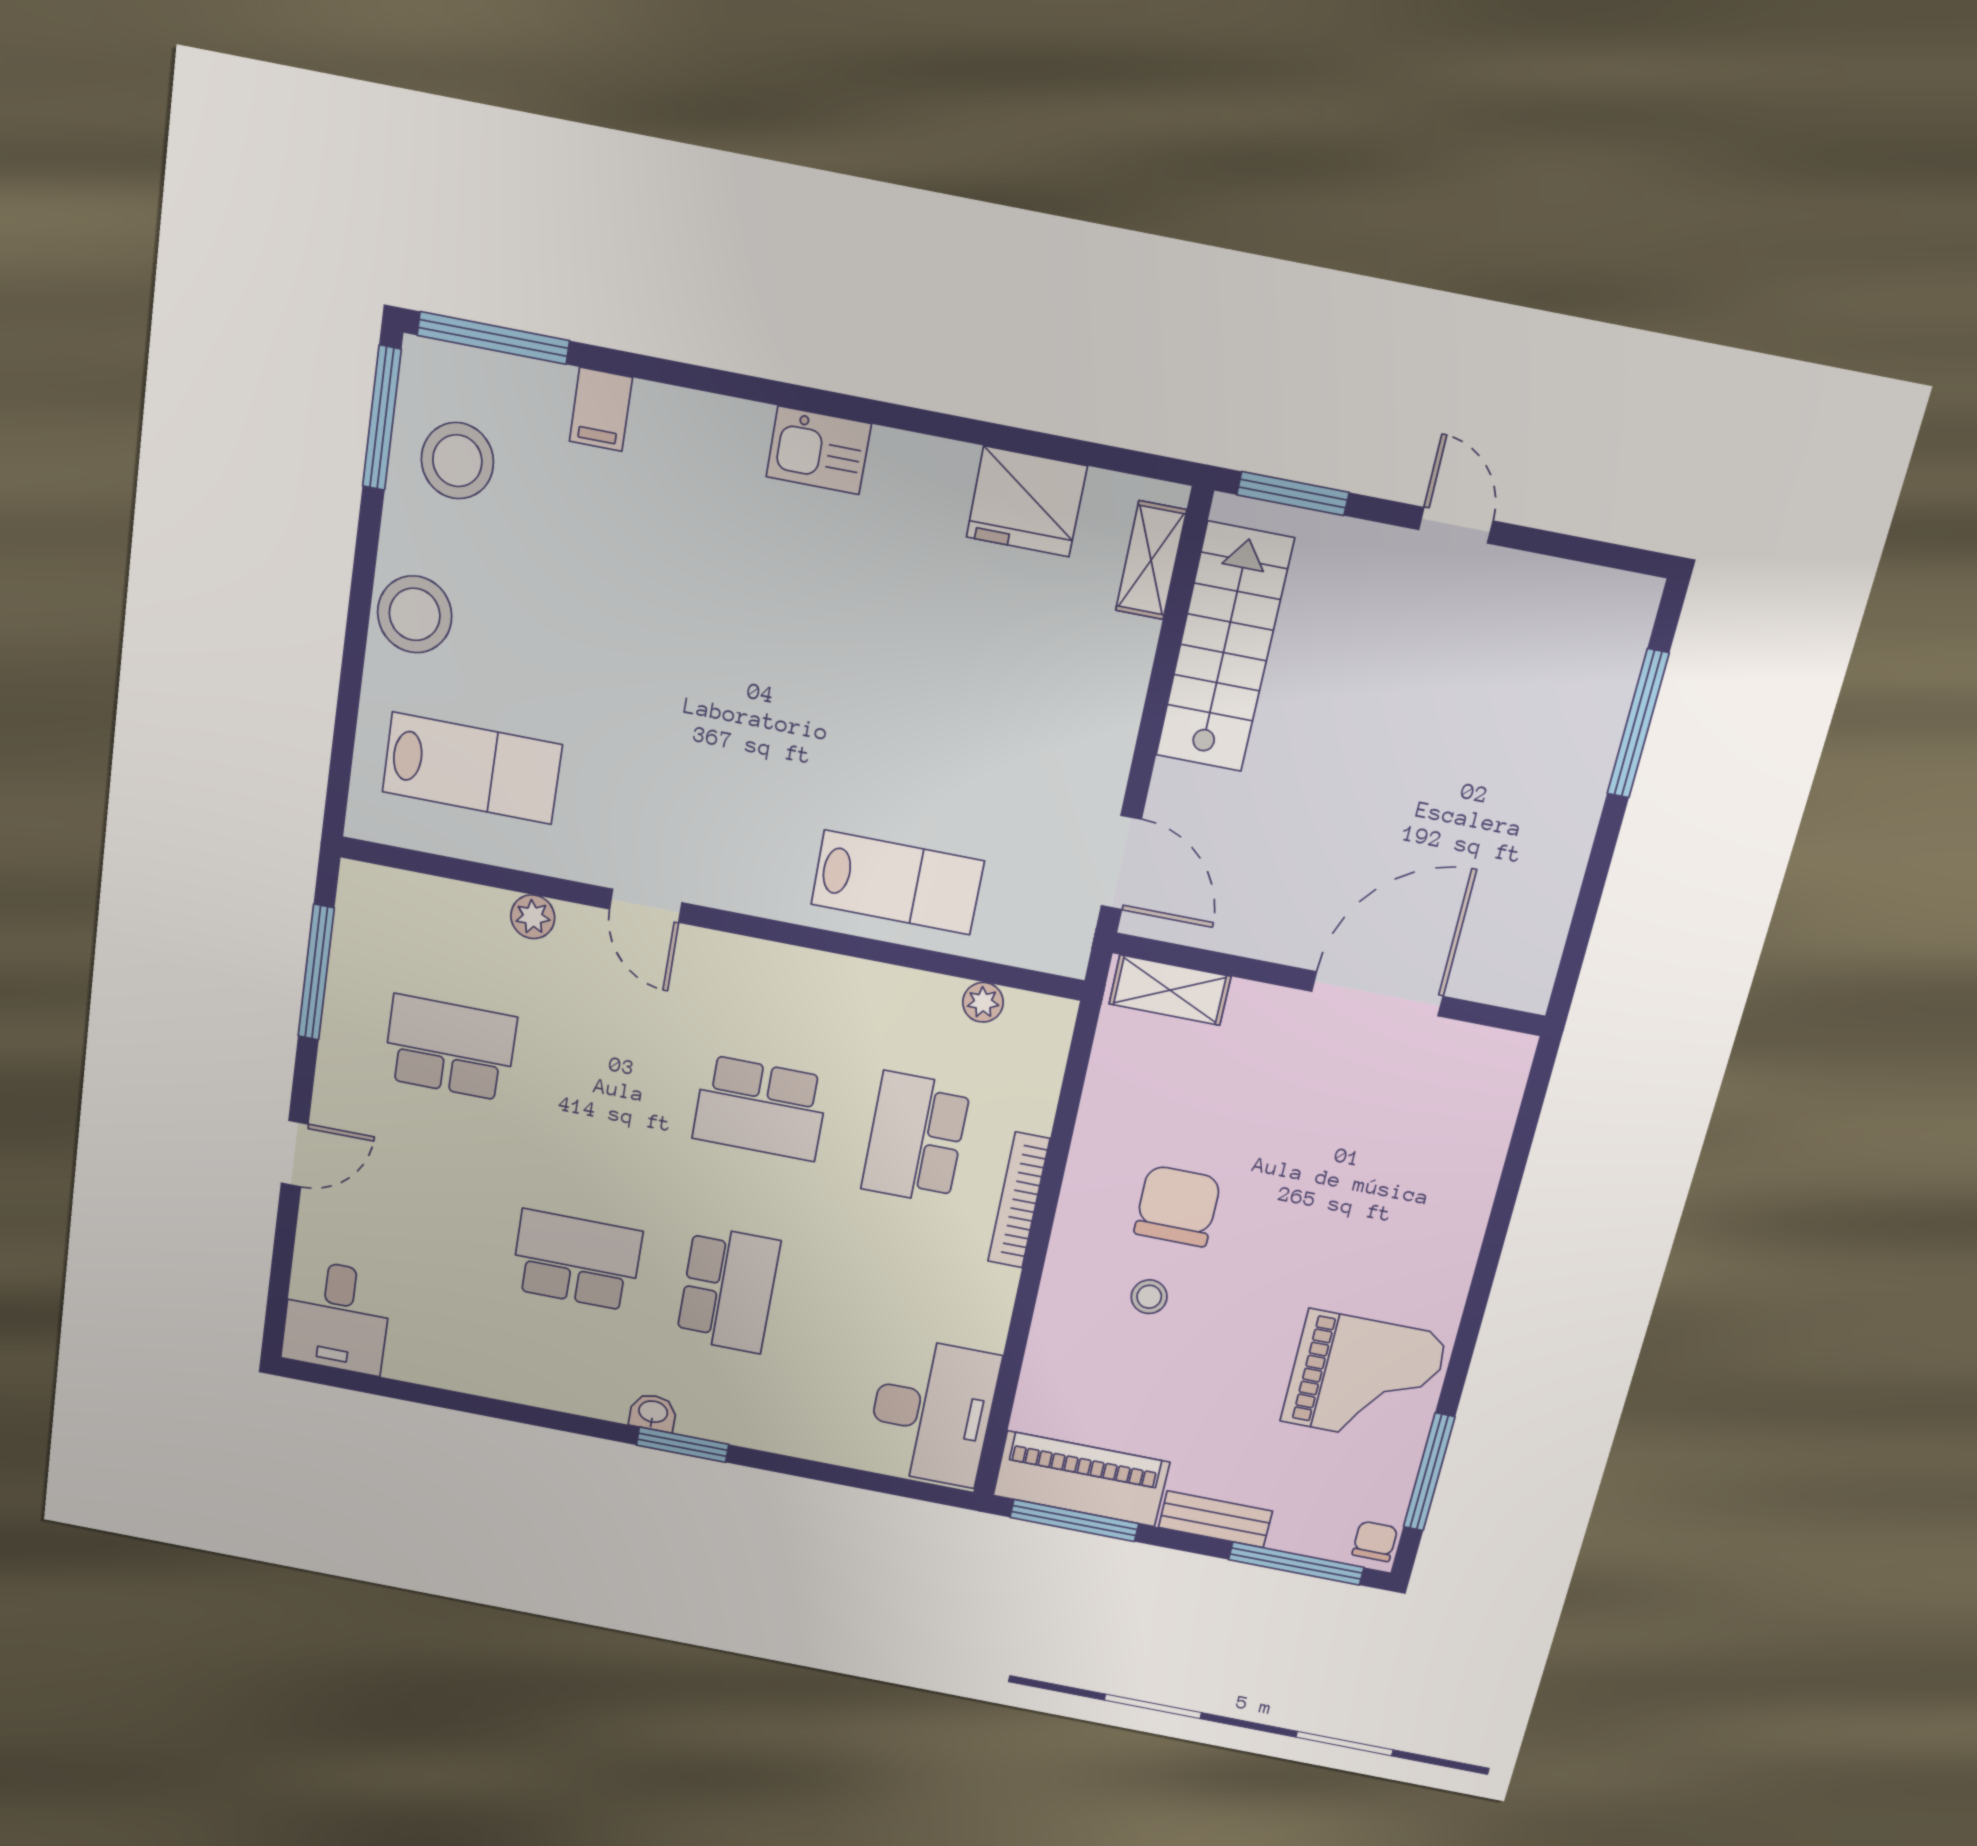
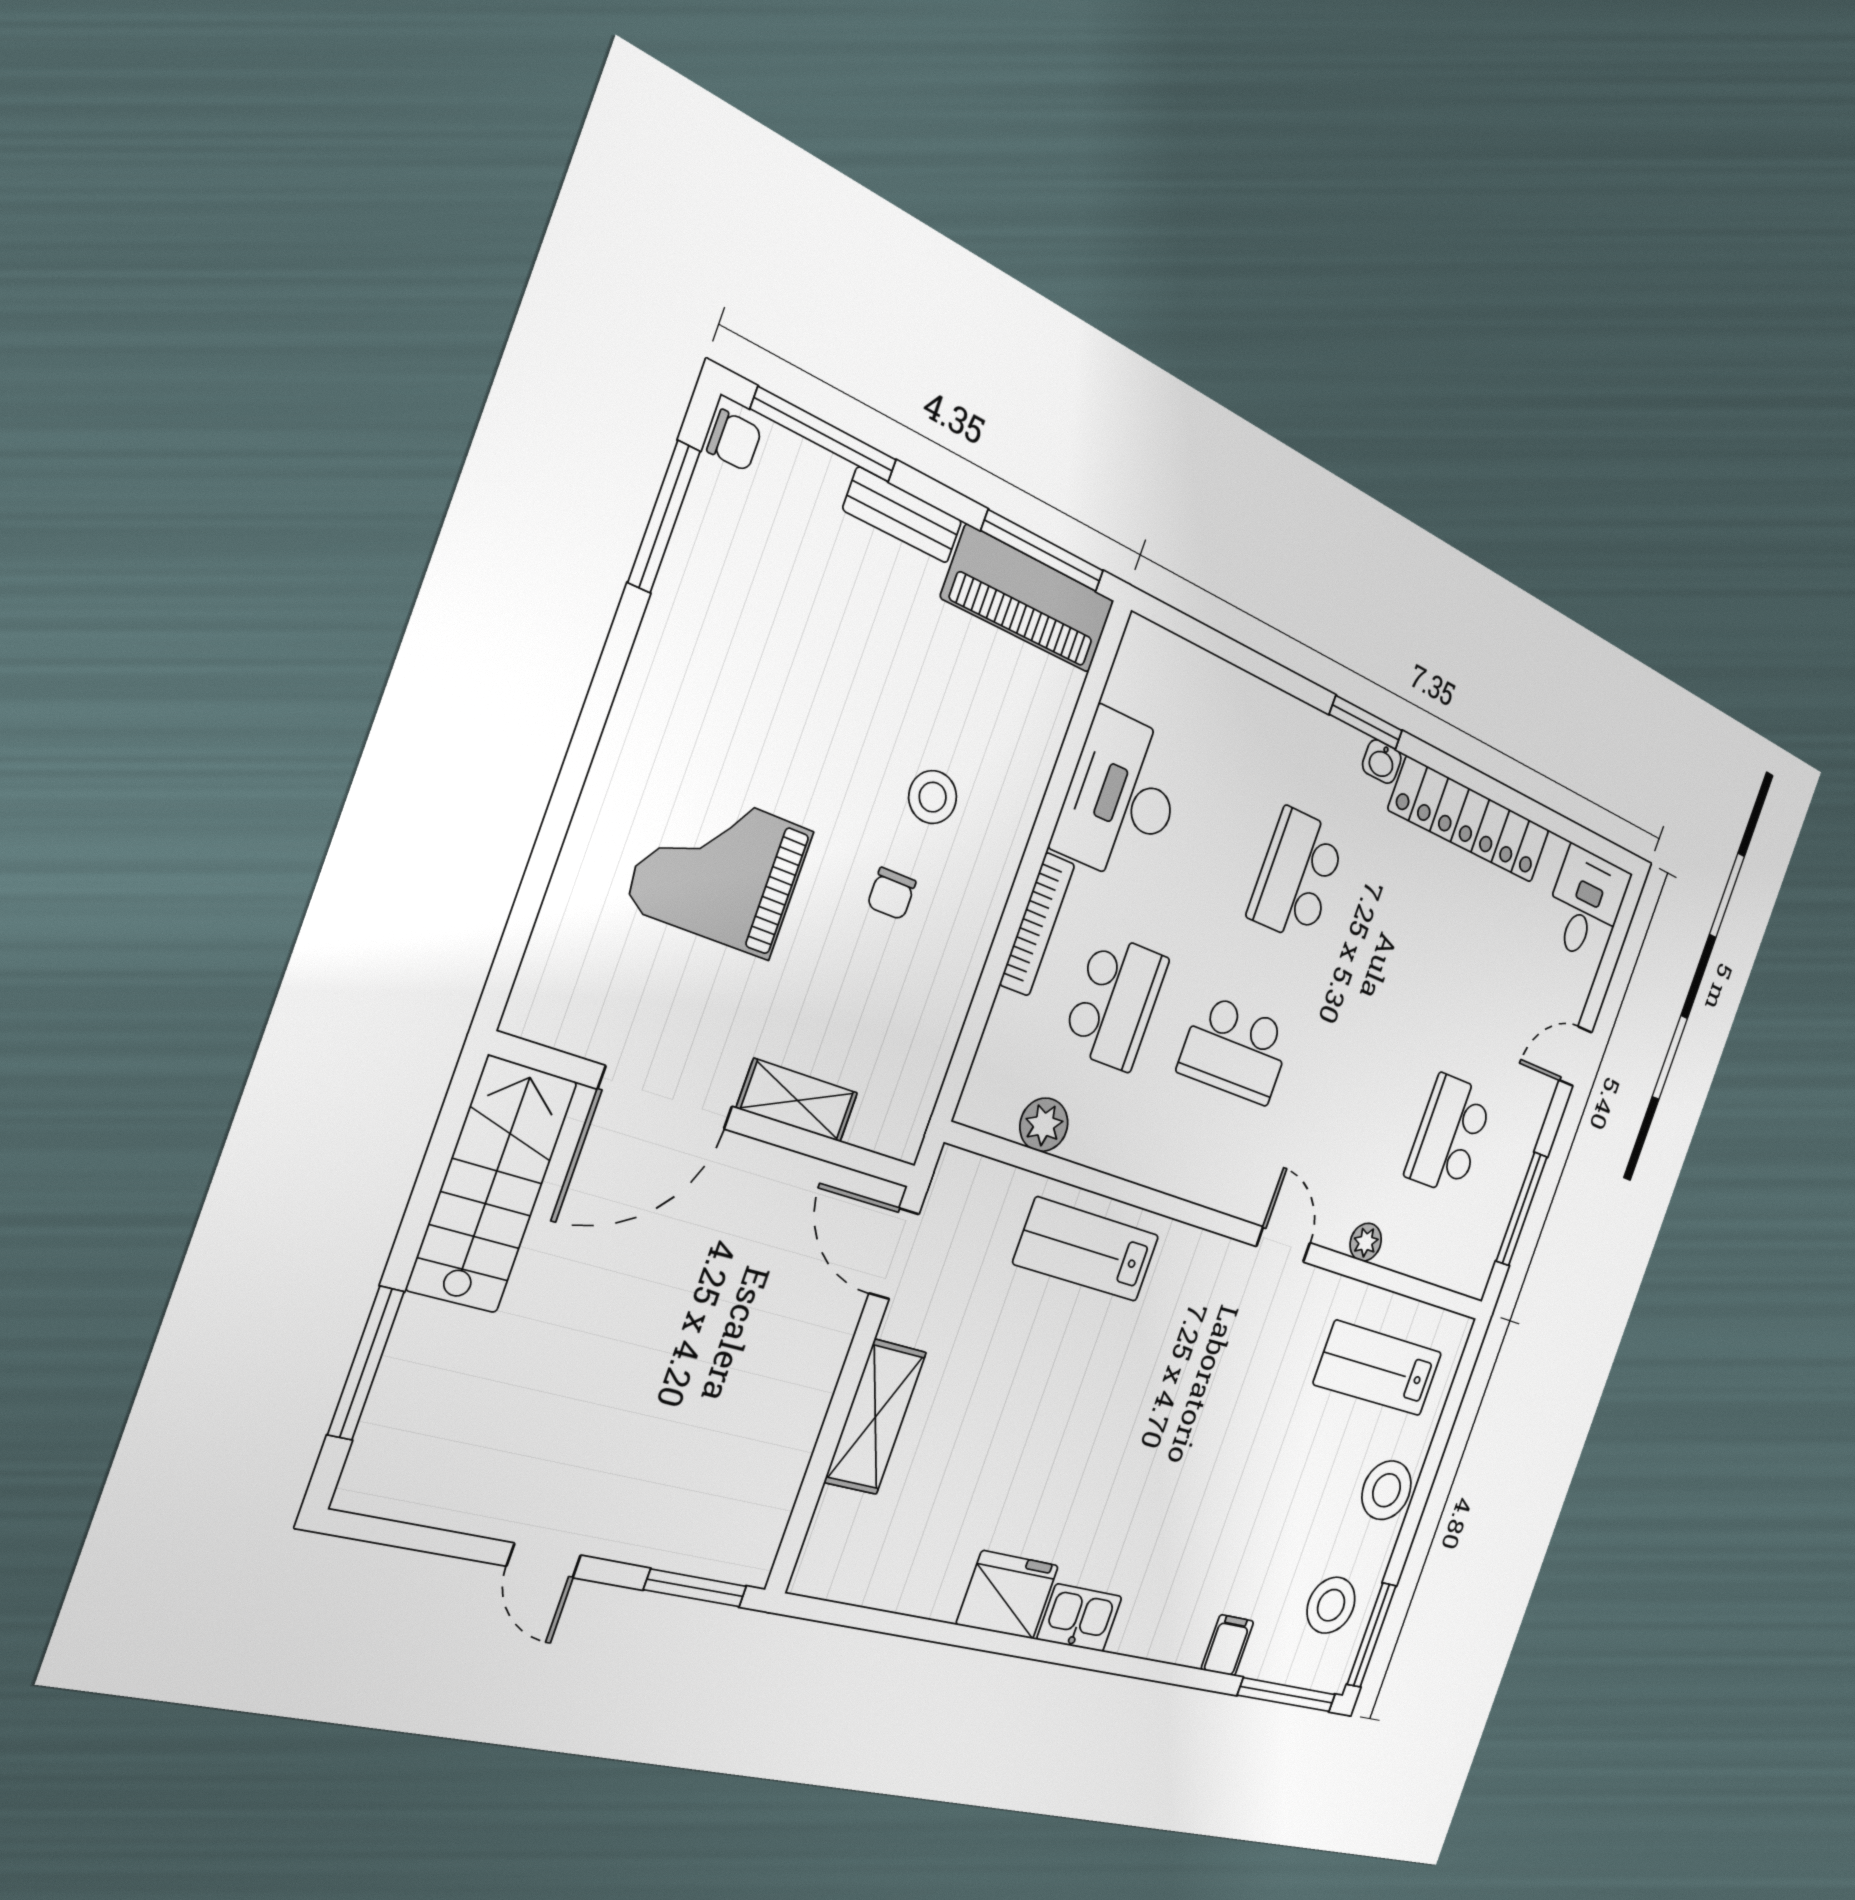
fridge: (1027, 502) -> (1008, 1595), moved
shelving: (1151, 560) -> (875, 1417), moved, width x1.50, depth x1.33
stairs: (1225, 648) -> (492, 1185), moved, turned 180
shelving: (1170, 990) -> (797, 1100), moved
plant: (983, 1002) -> (1044, 1125), width x1.38, depth x1.38
school desk: (450, 1048) -> (1449, 1135), turned 90
school desk: (761, 1108) -> (1235, 1050), turned 180
chair: (1177, 1206) -> (892, 894), width x0.54, depth x0.54
school desk: (577, 1260) -> (1406, 926), removed
stool: (1149, 1297) -> (933, 797), width x1.37, depth x1.37
locker: (524, 1376) -> (1470, 820), added
grand piano: (1364, 1378) -> (720, 868), moved
desk: (932, 1412) -> (1121, 798), moved
chair: (1375, 1541) -> (734, 440), turned -90

